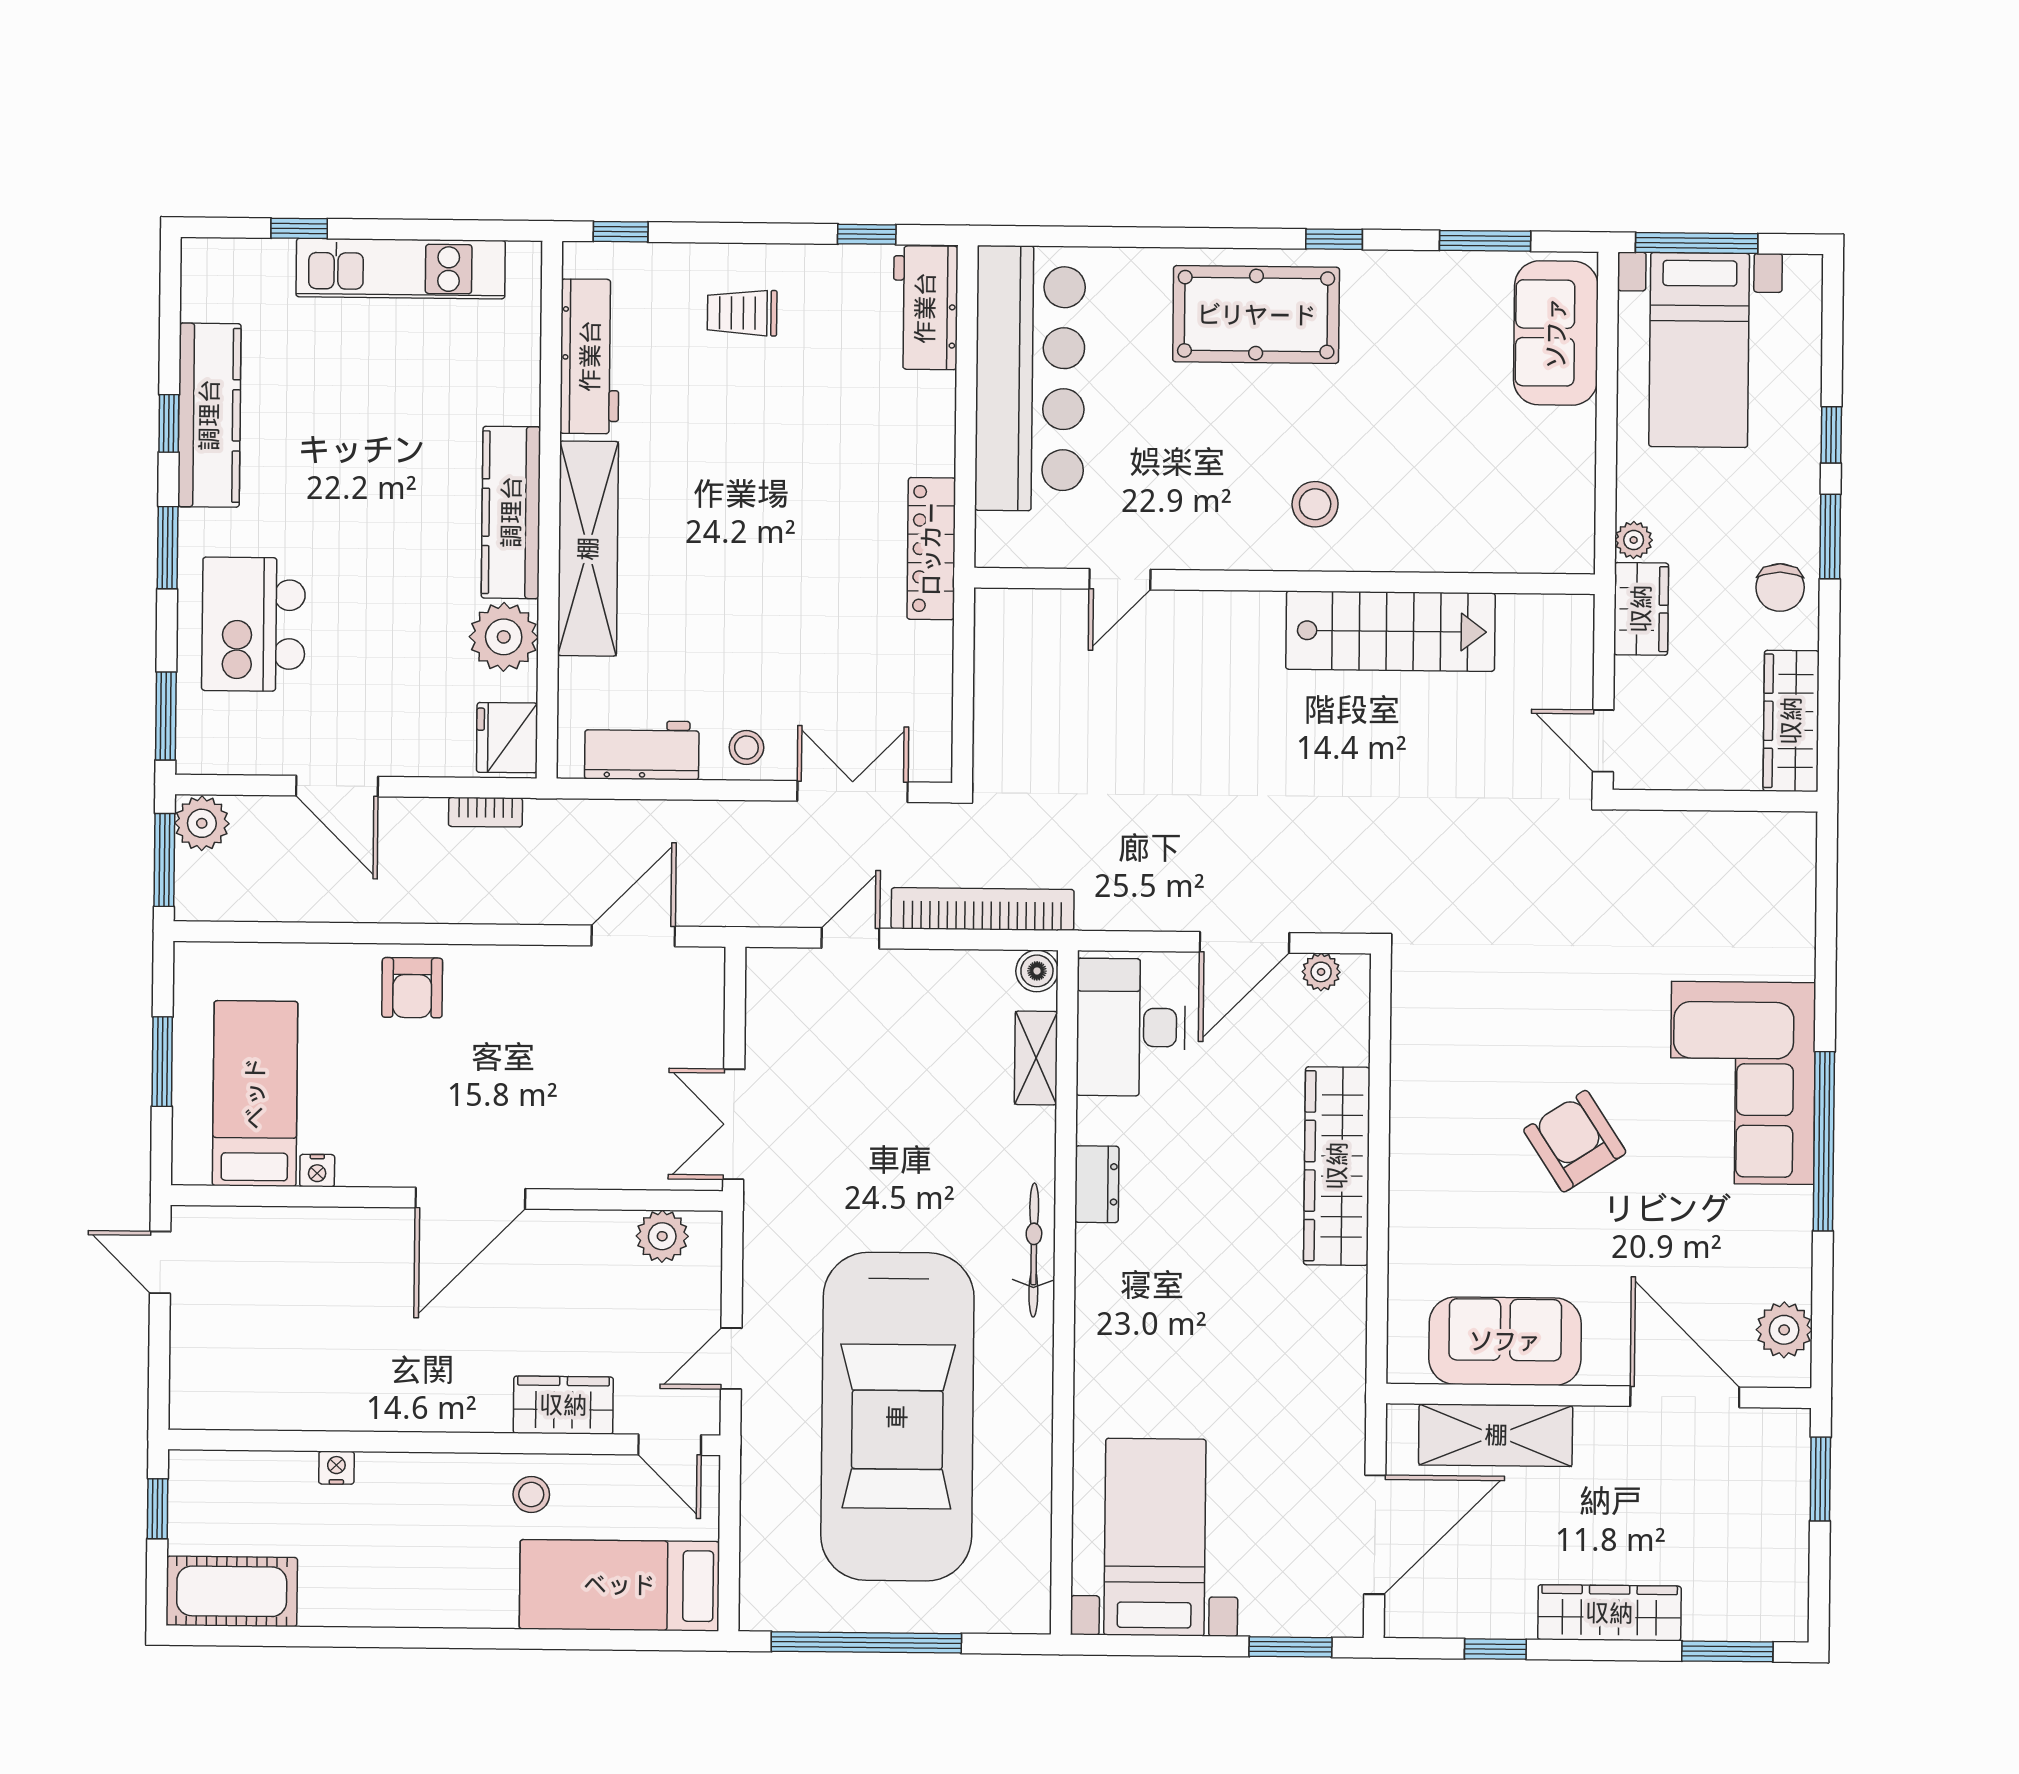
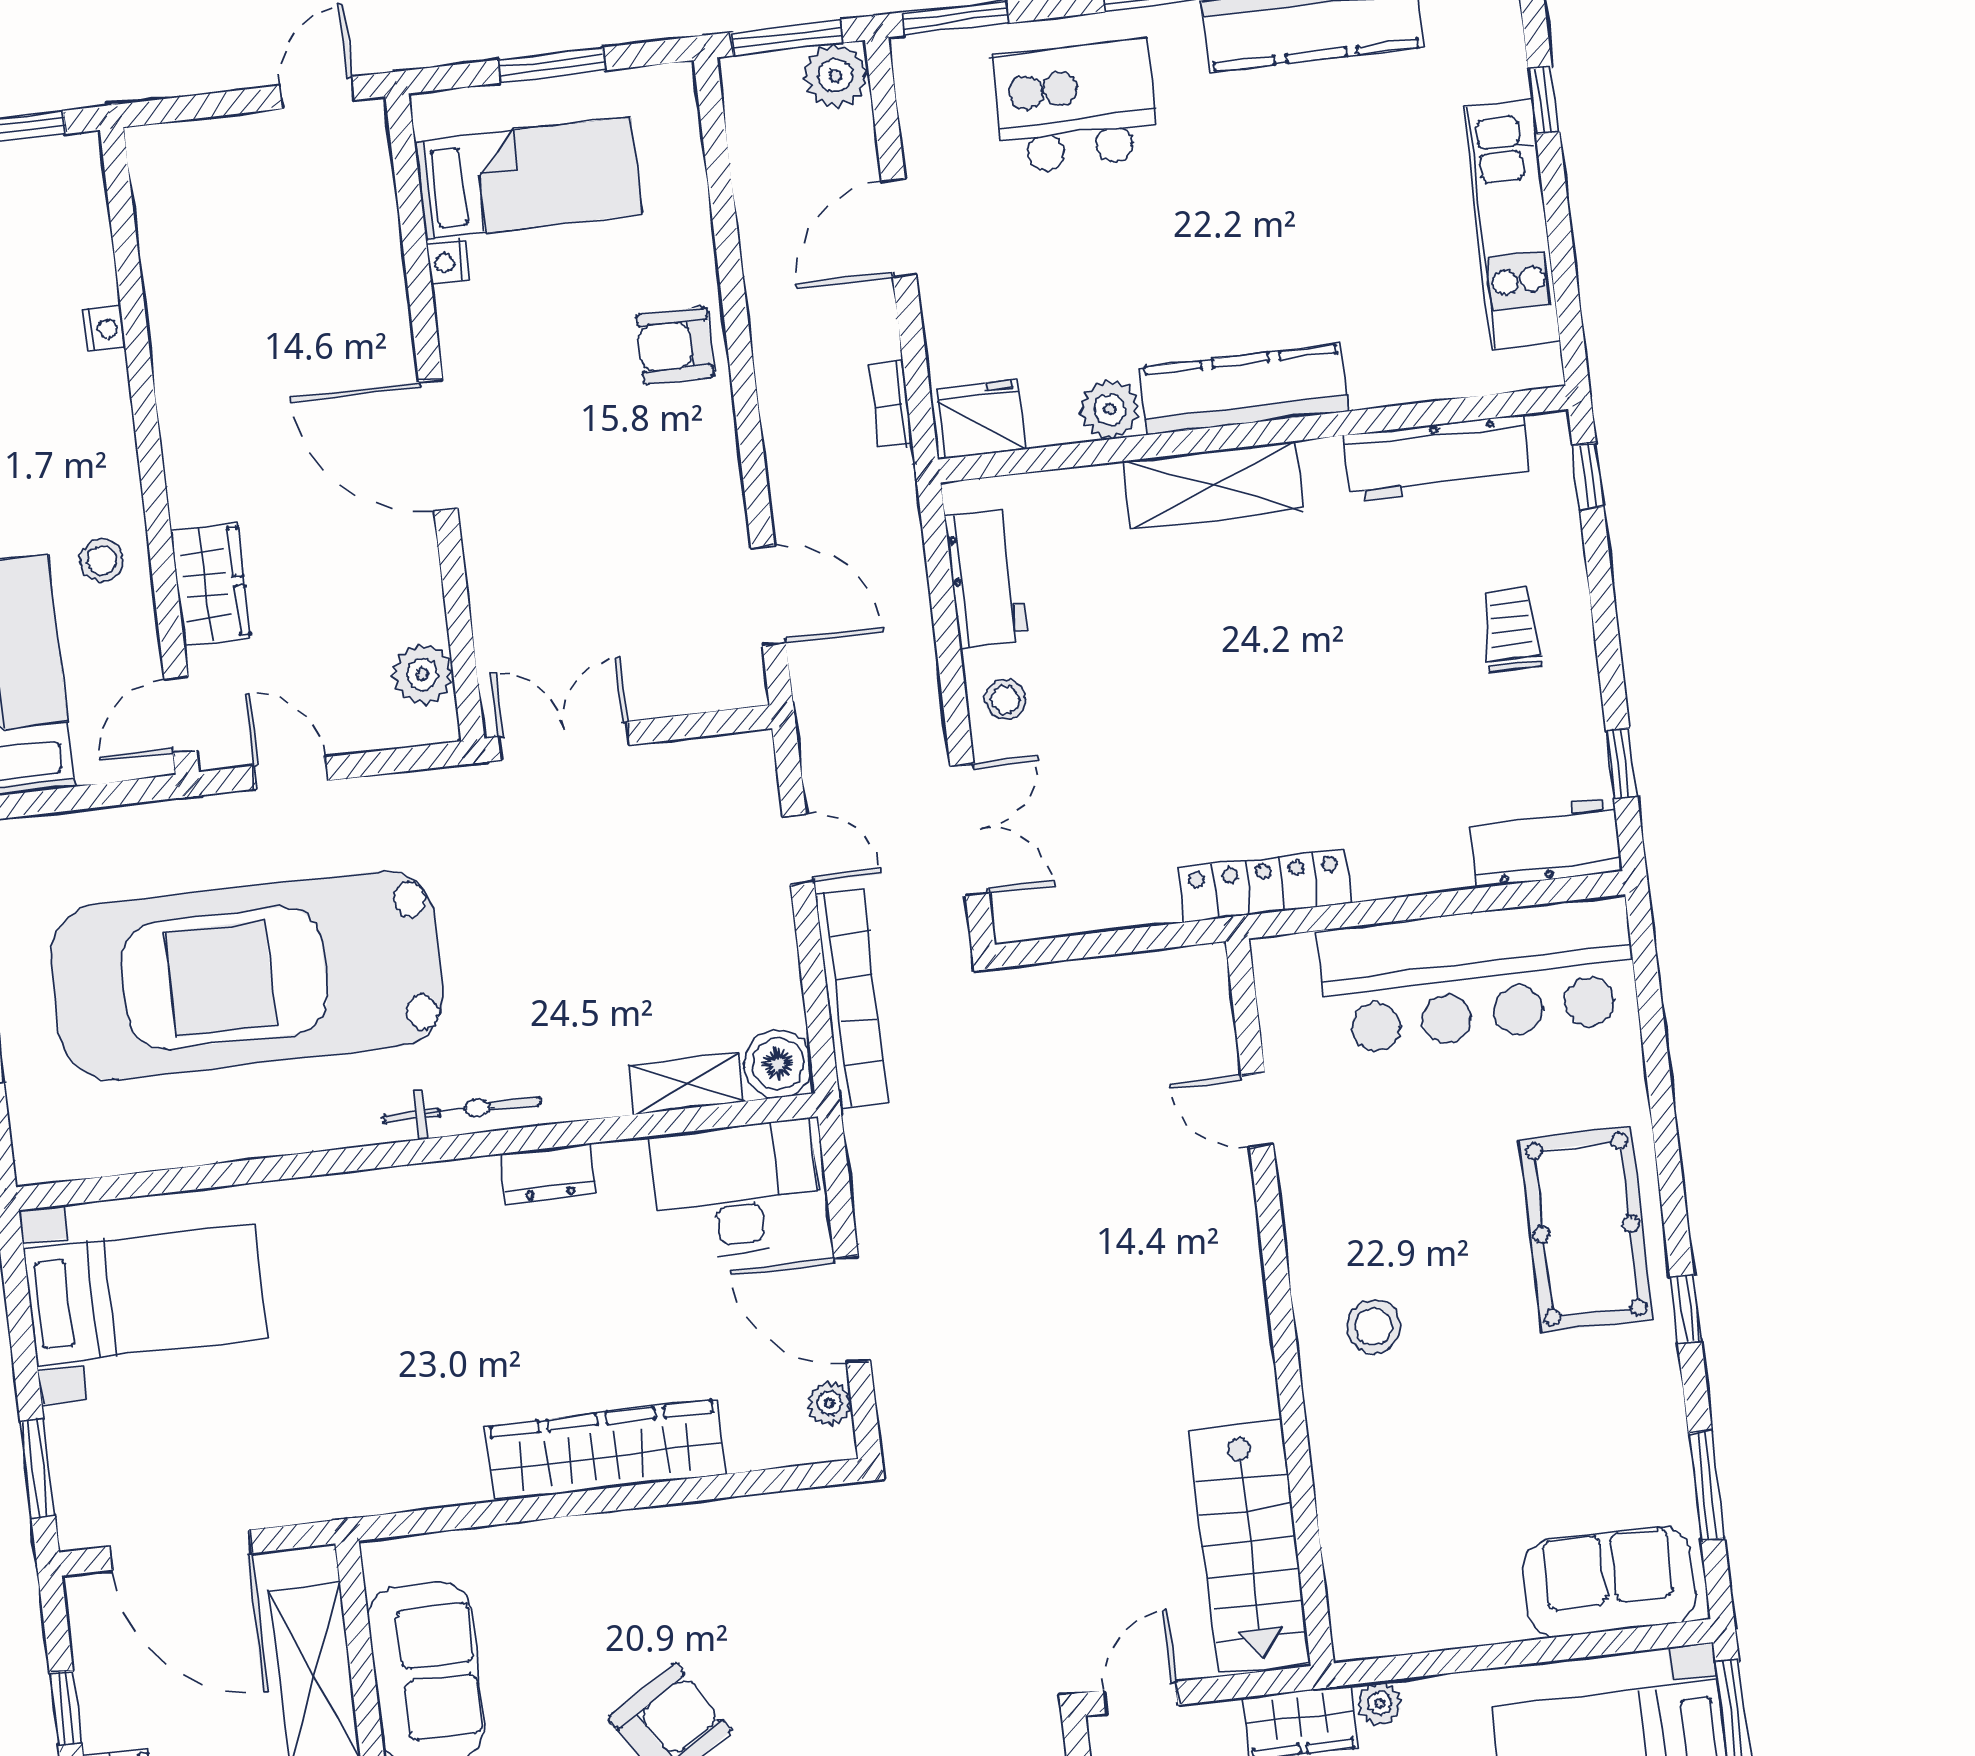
shelving: (588, 549) -> (1214, 485), width x0.68
stairs: (1390, 631) -> (1250, 1546), moved
plant: (504, 637) -> (1110, 409), width x0.73, depth x0.73
boiler: (1037, 971) -> (778, 1064), width x1.36, depth x1.36

